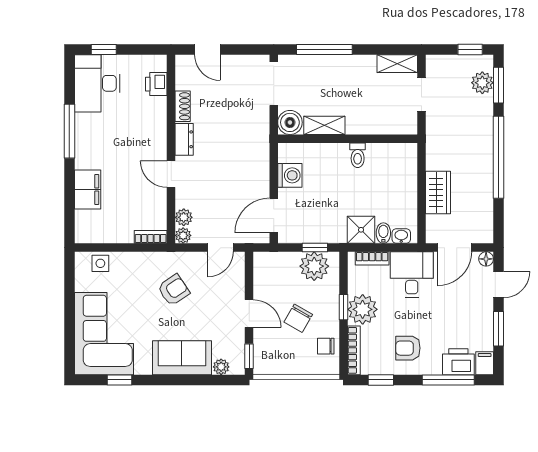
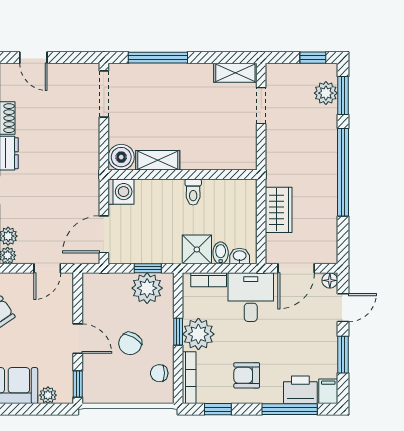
boiler: (290, 122) -> (121, 157), moved
shelving: (324, 125) -> (158, 160), moved
wall: (348, 139) -> (182, 174), moved
toilet: (358, 155) -> (193, 192), moved

